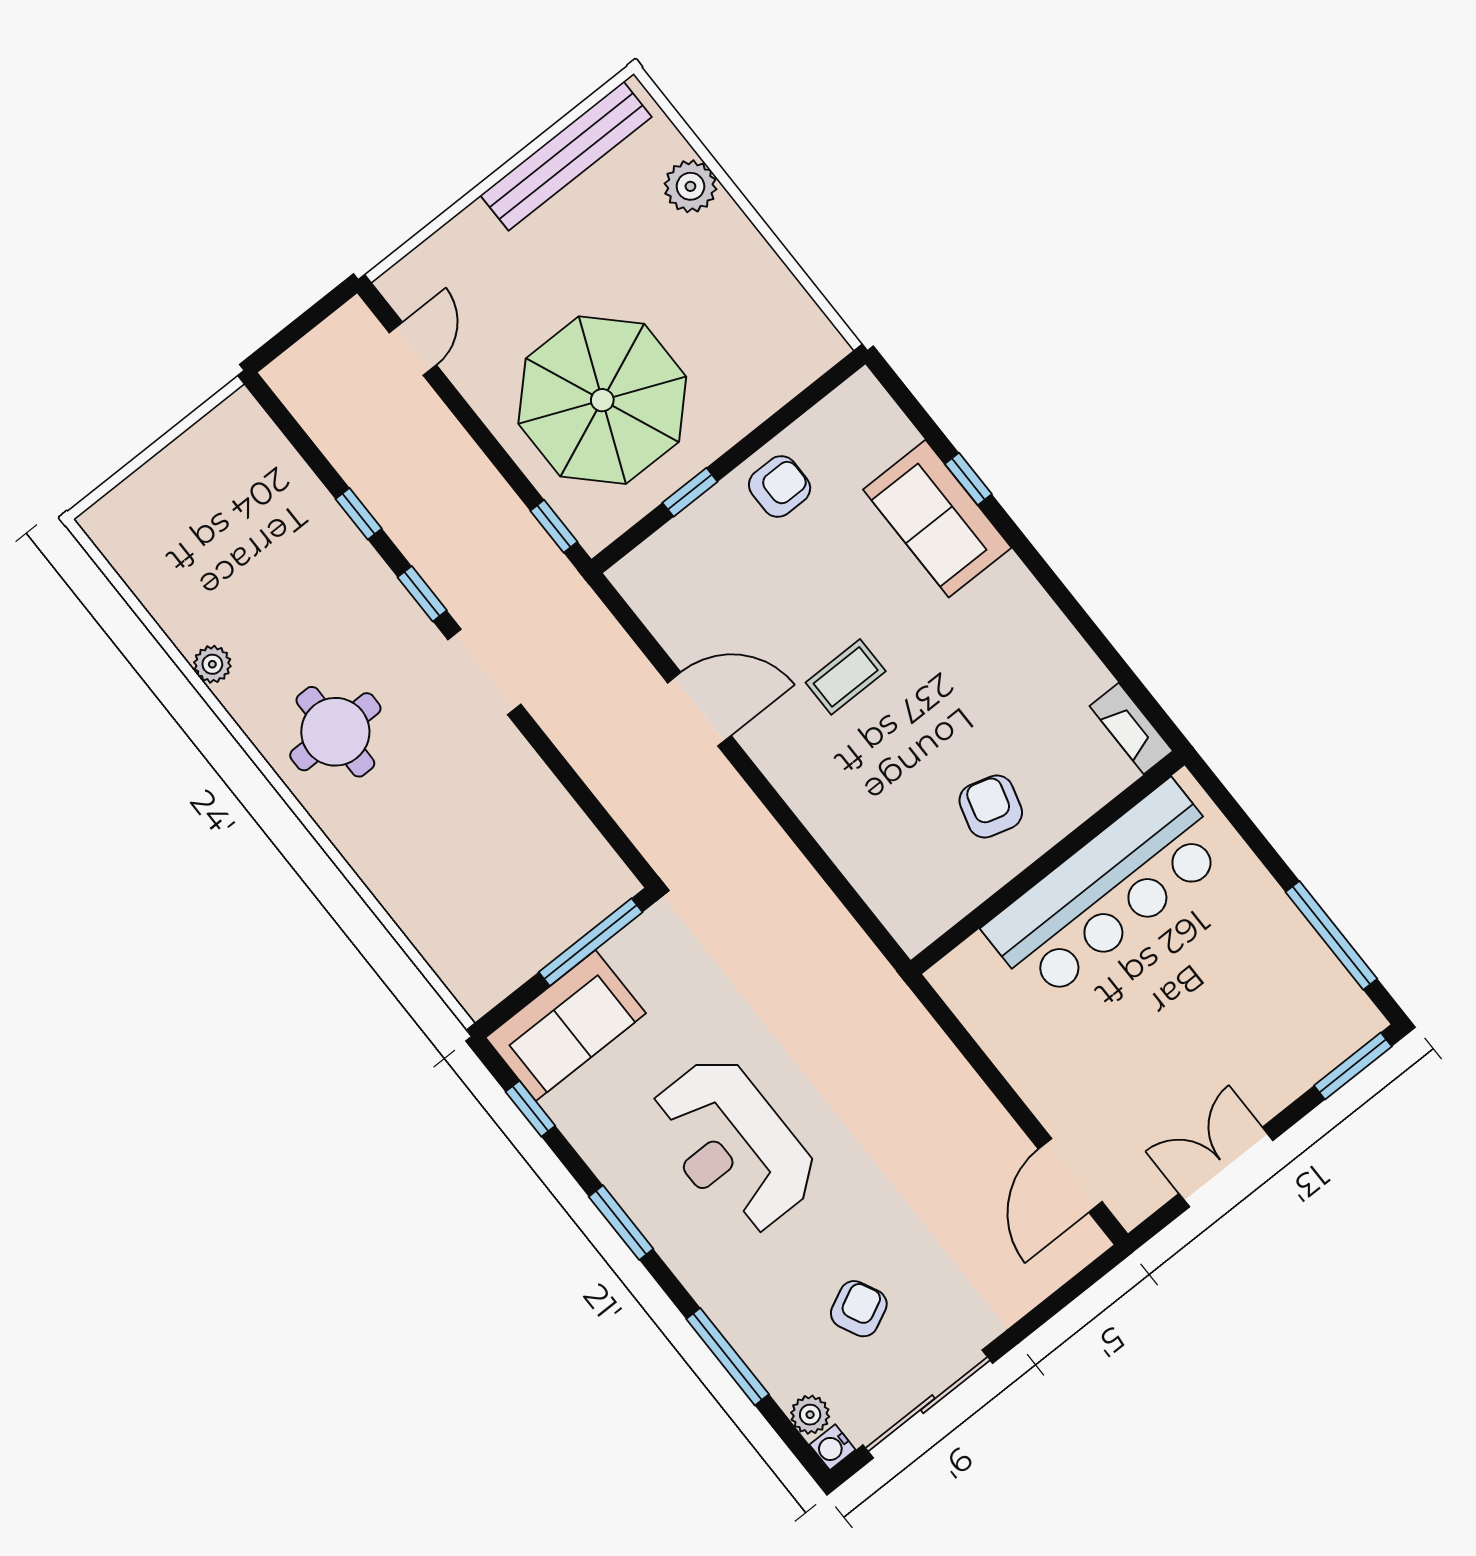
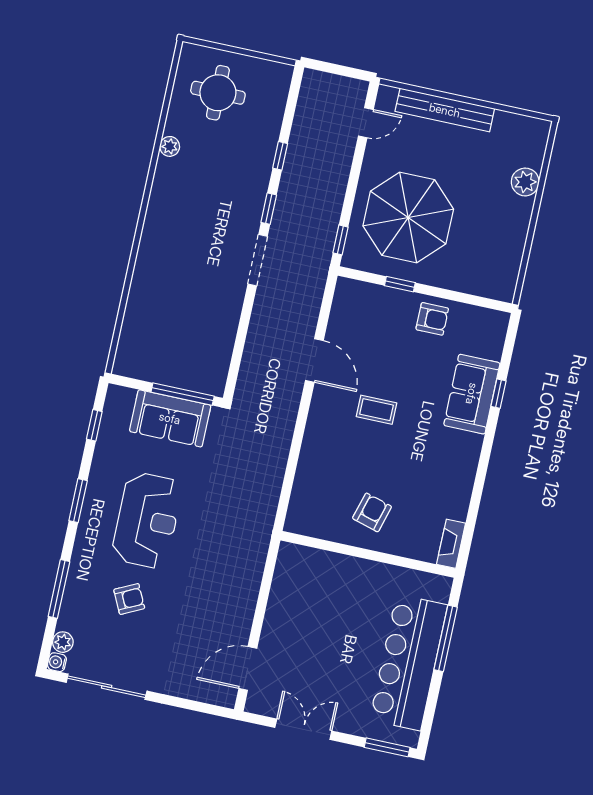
bench: (566, 156) -> (445, 110), moved
round table: (335, 732) -> (218, 93), moved
bar counter: (1106, 891) -> (409, 663), moved, turned 90
window: (1331, 935) -> (446, 638), moved
sofa: (566, 1025) -> (170, 418), moved
reception desk: (733, 1145) -> (147, 520), turned 180
armchair: (859, 1309) -> (129, 599), moved

